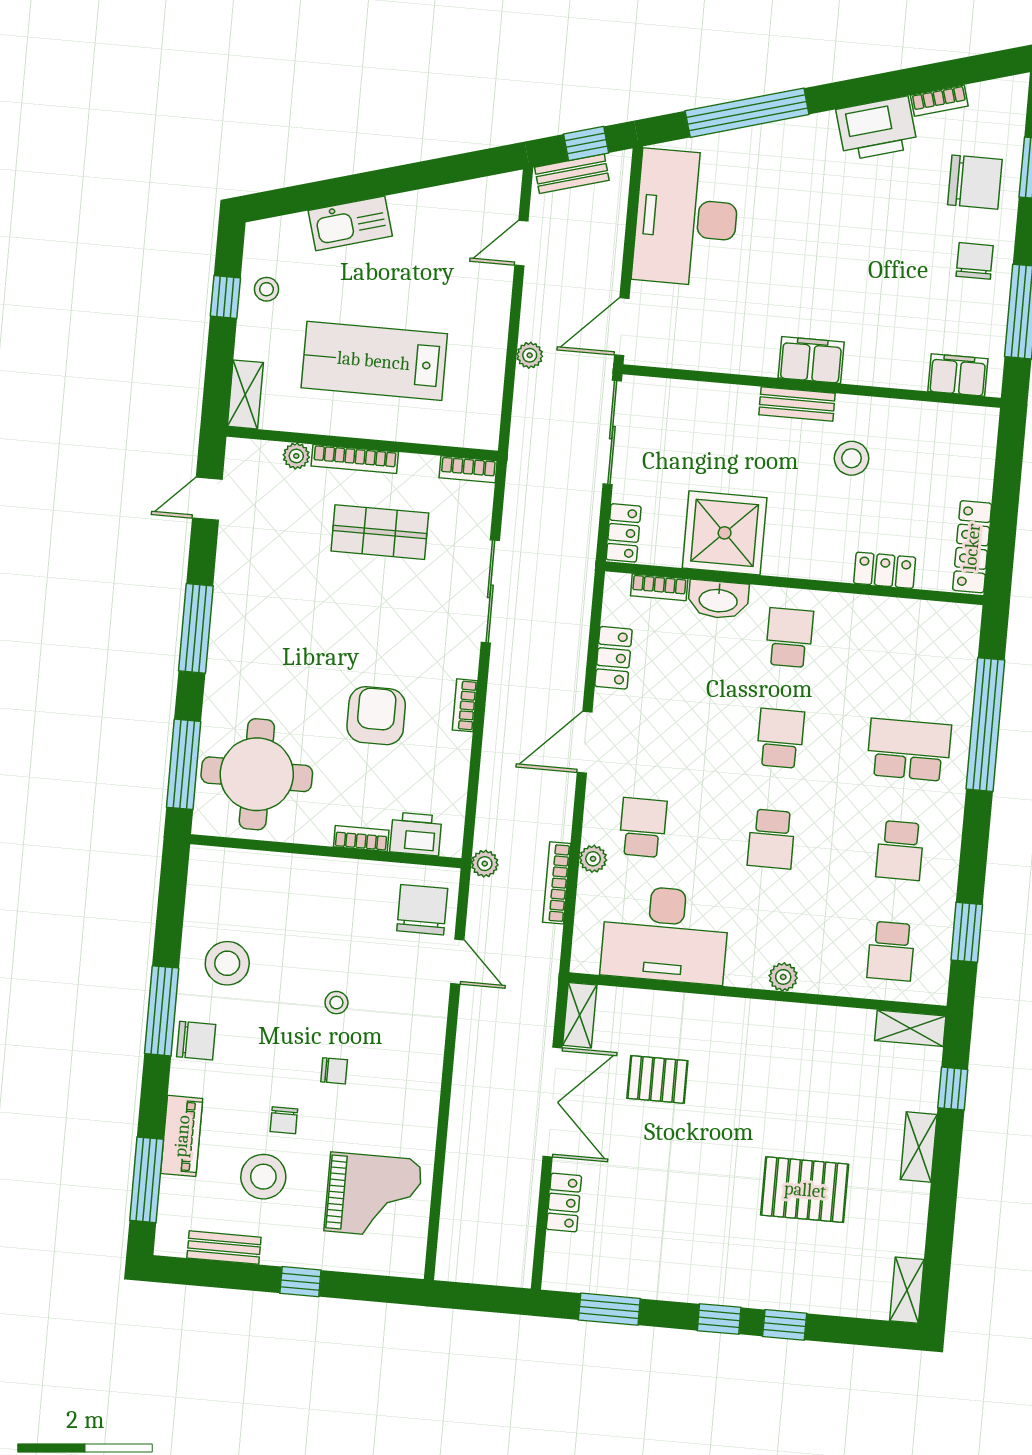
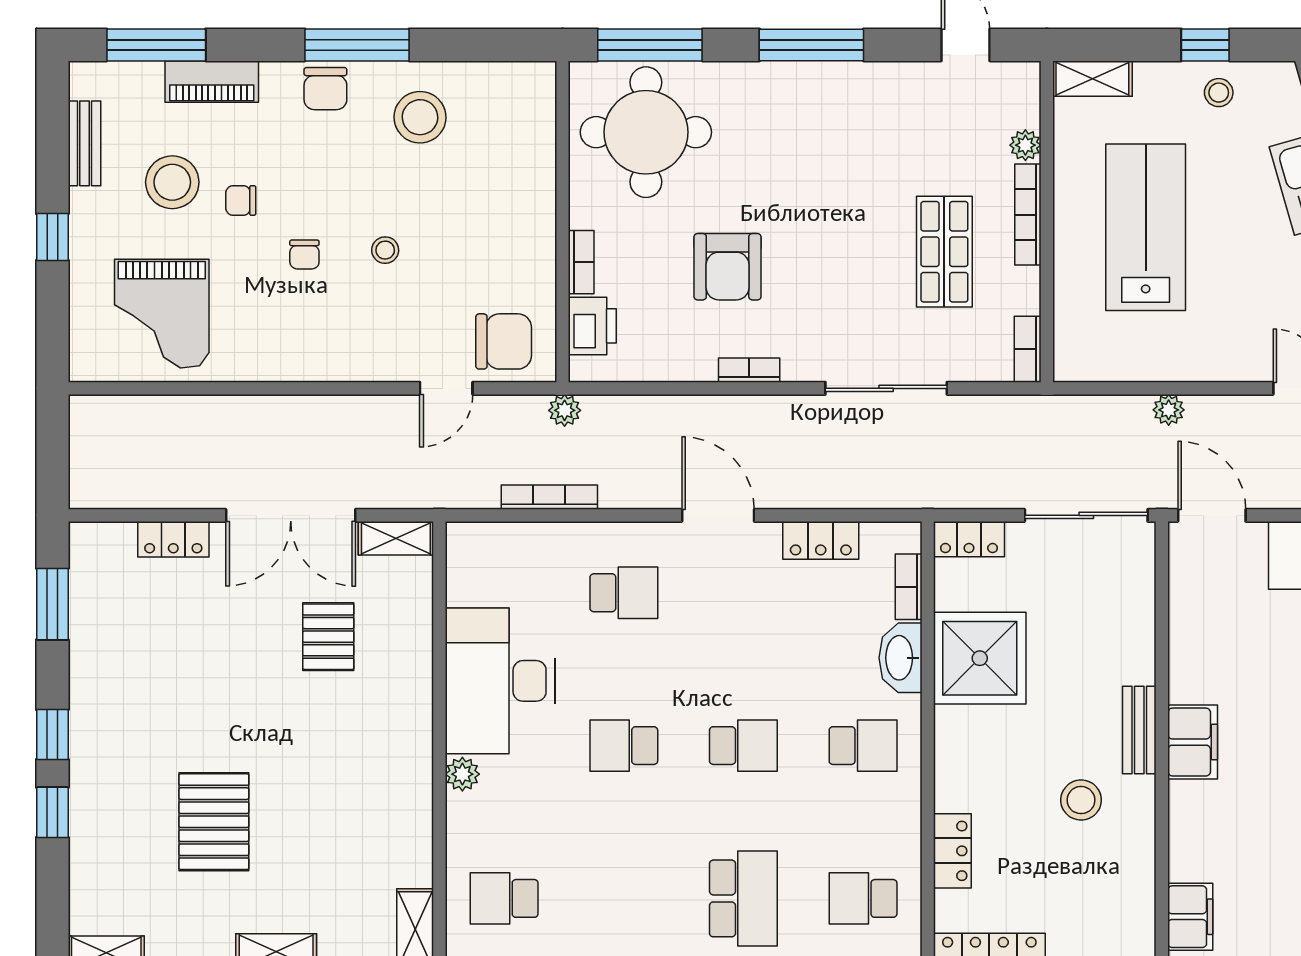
armchair: (376, 716) -> (728, 267), turned 90
school desk: (900, 850) -> (863, 898), moved
plant: (593, 859) -> (582, 537), removed
desk: (665, 934) -> (500, 681), moved

